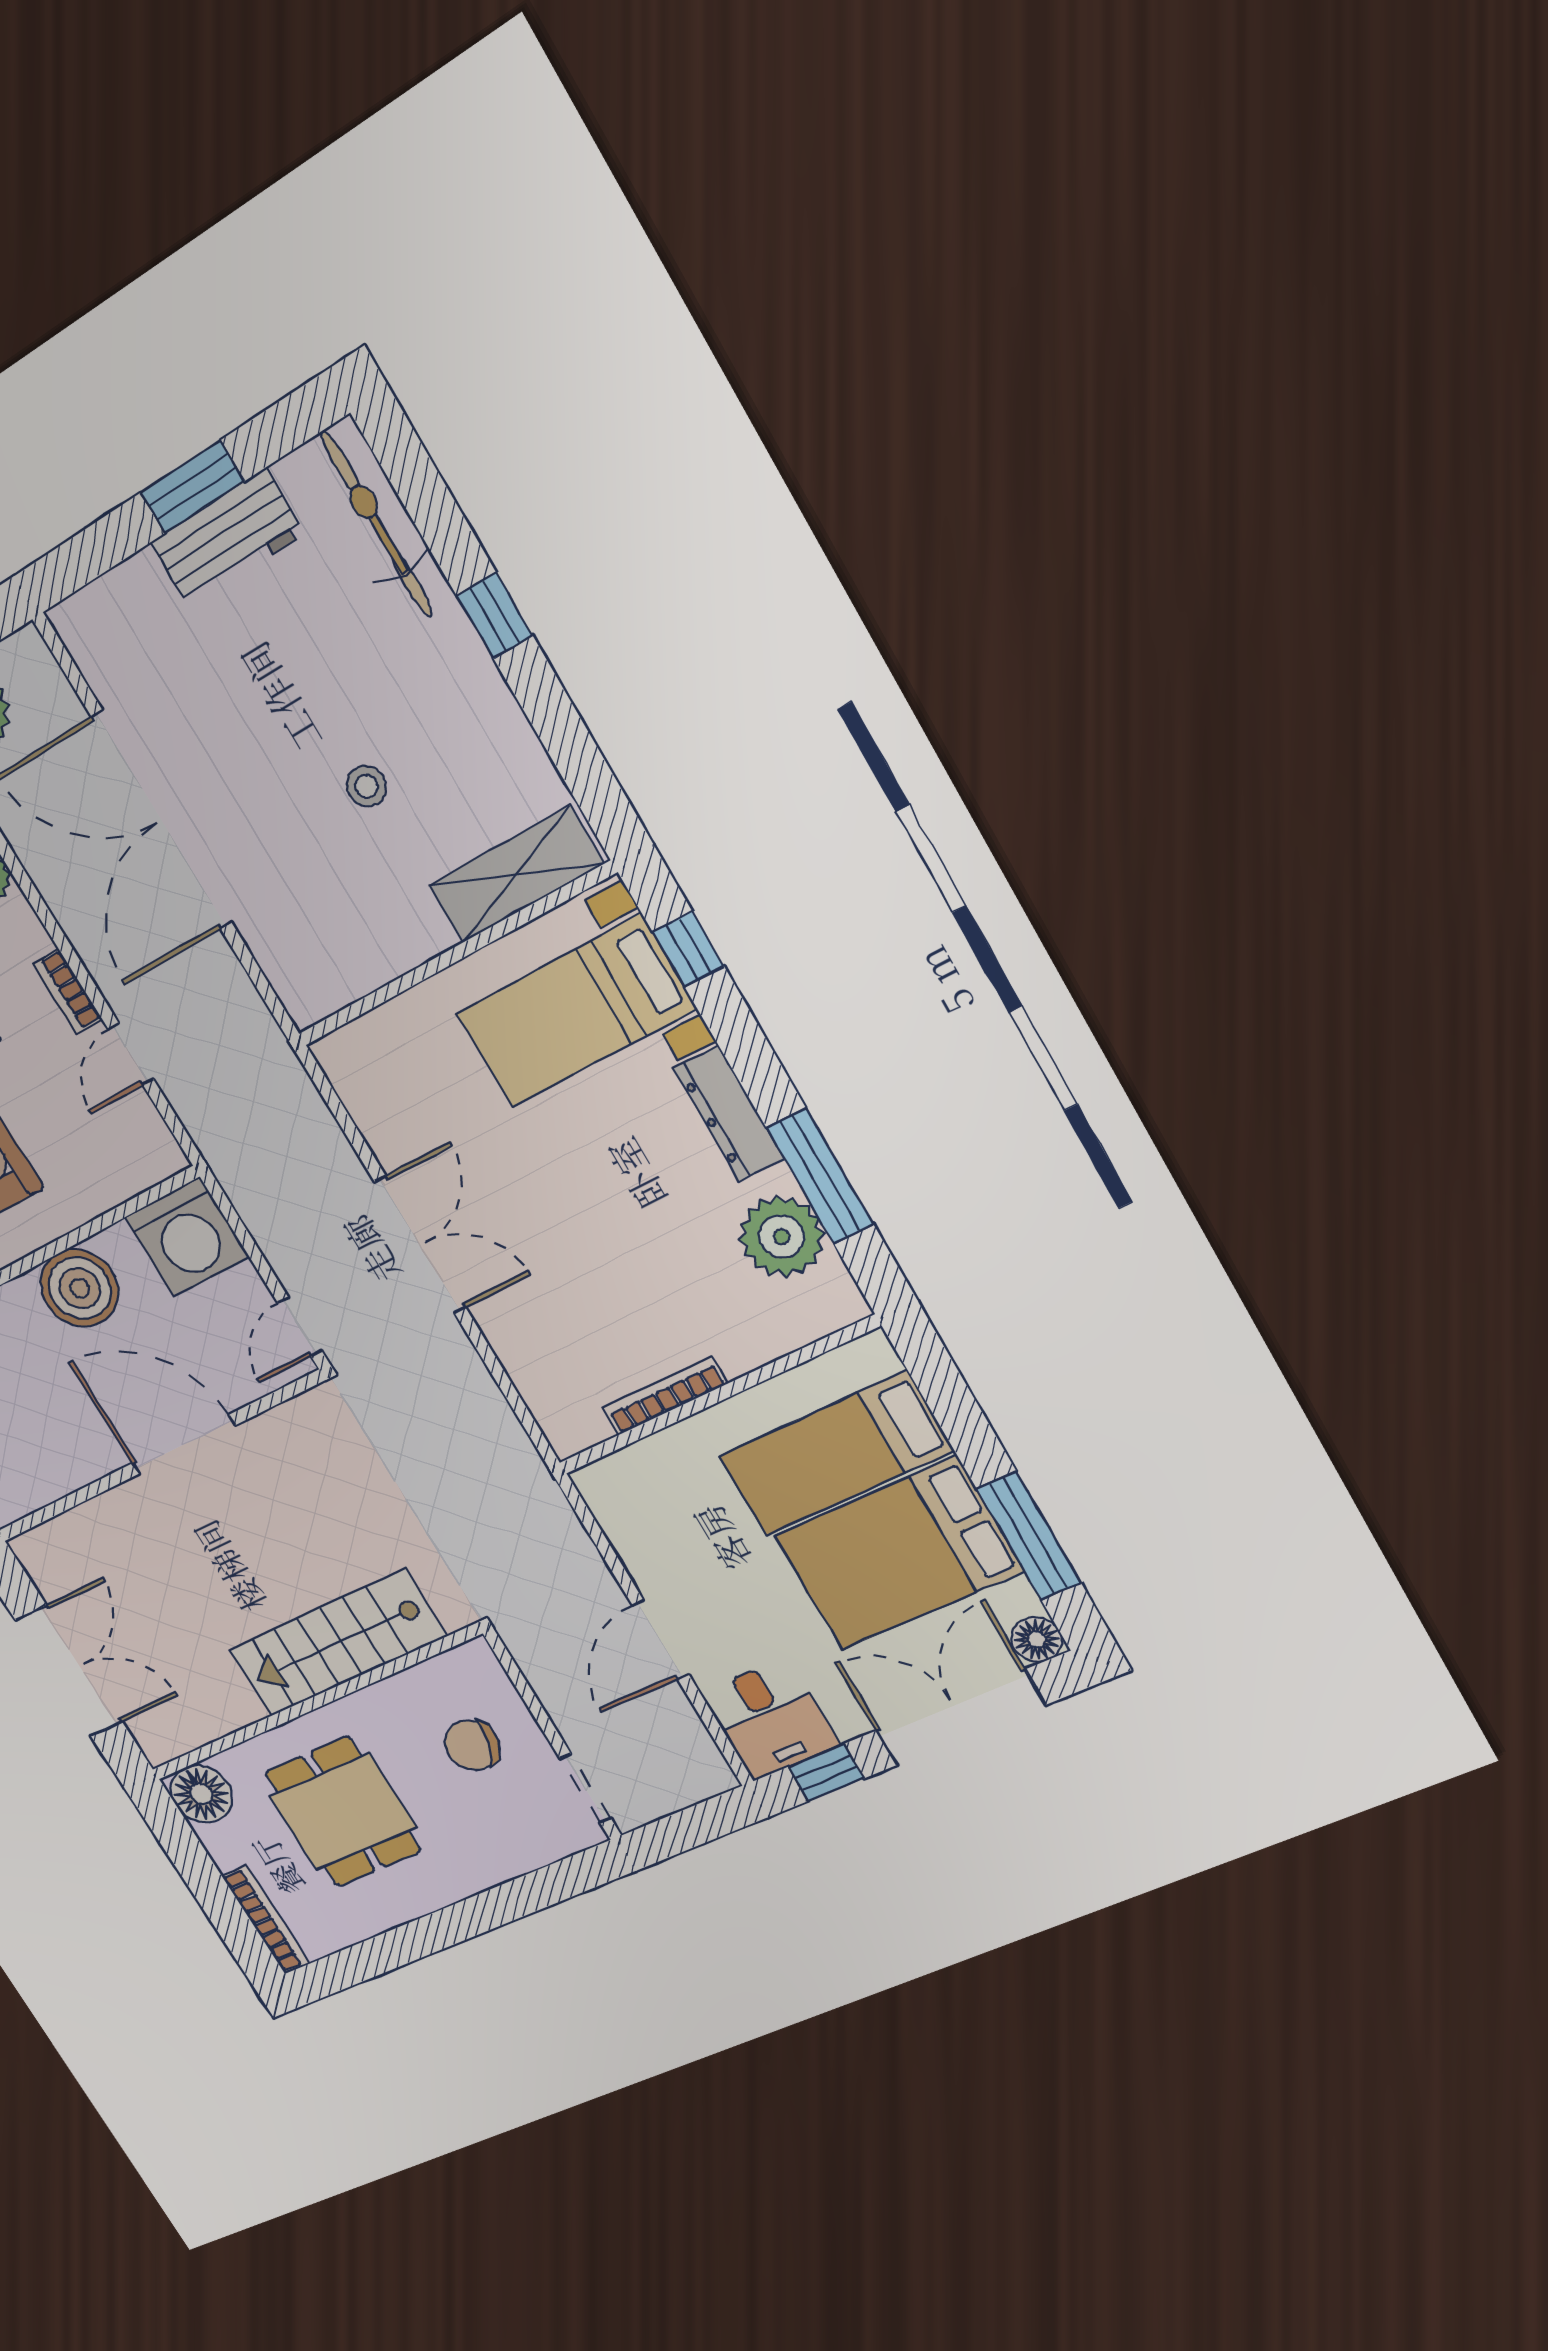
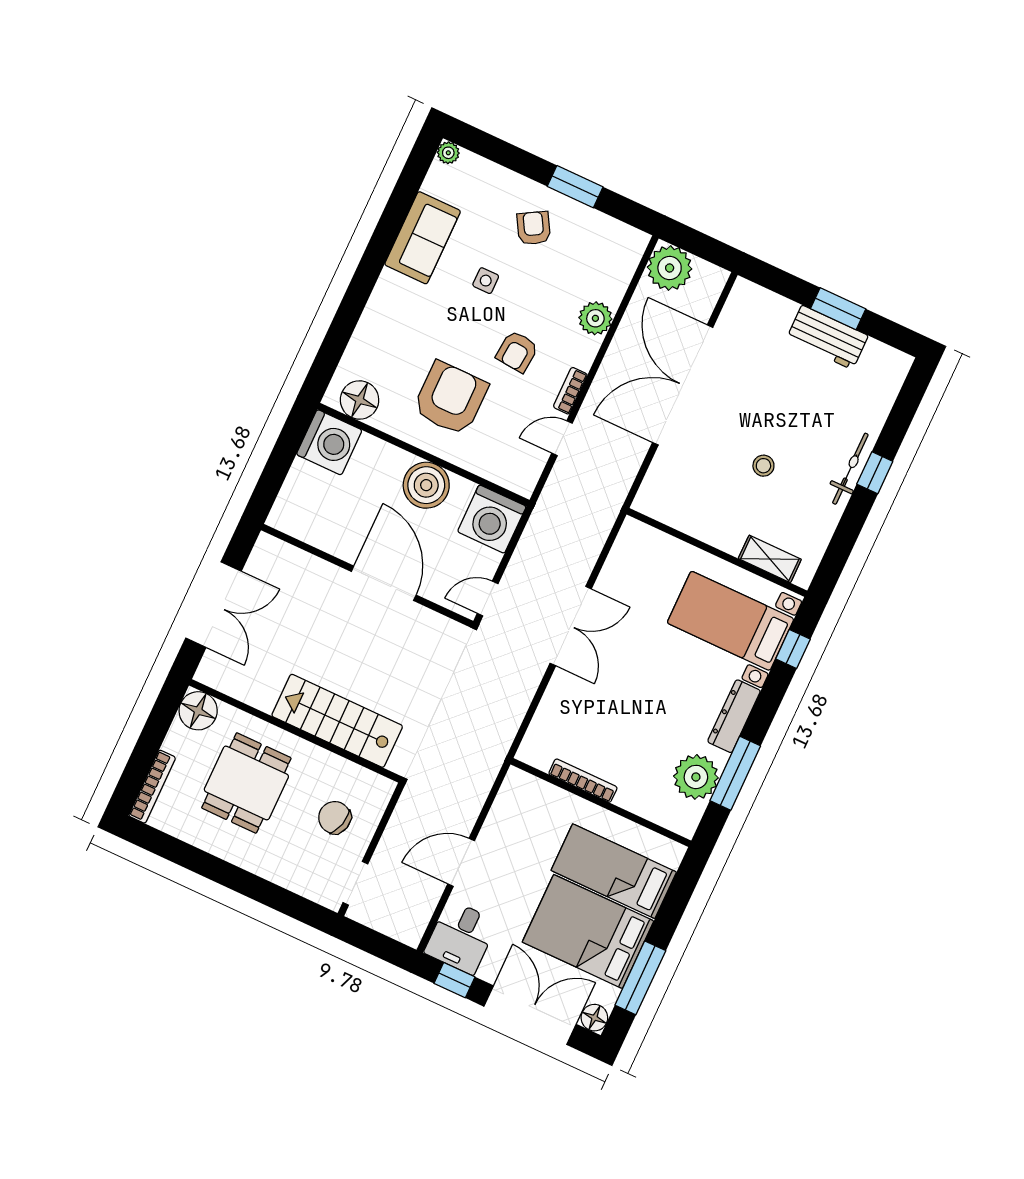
bicycle: (377, 524) -> (850, 469), moved, width x0.73, depth x0.71
shelving: (516, 875) -> (770, 559), width x0.67, depth x0.75

